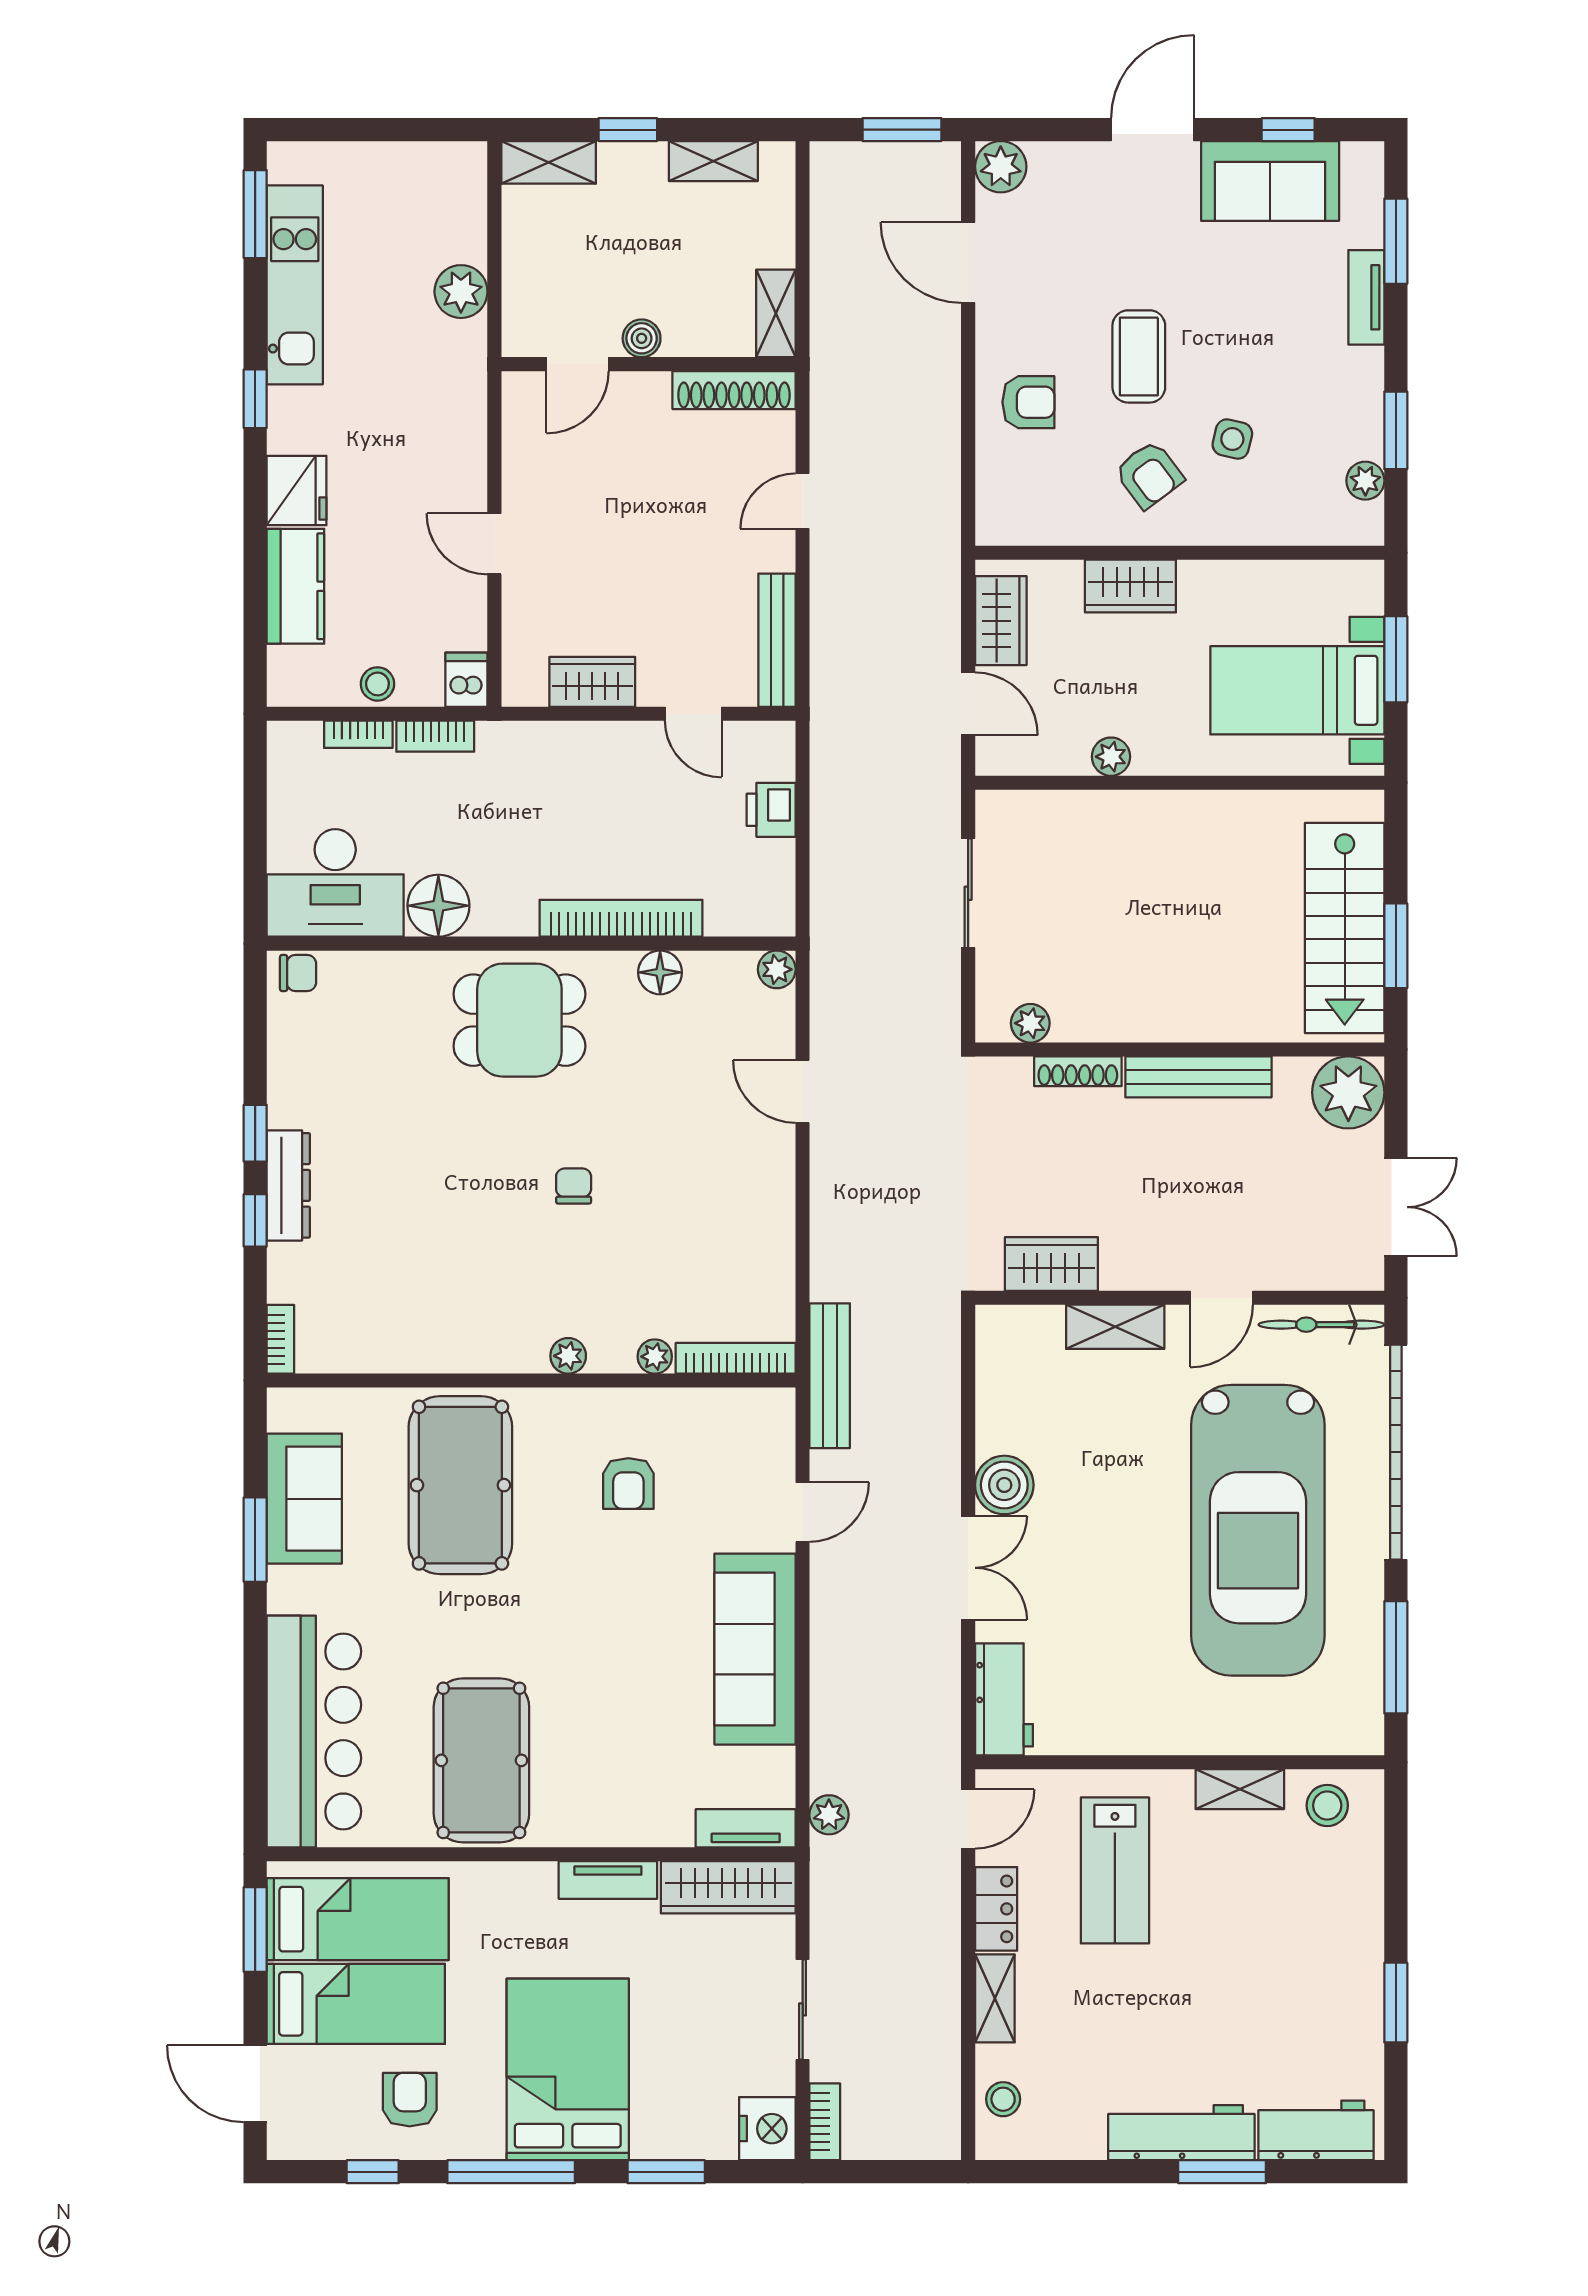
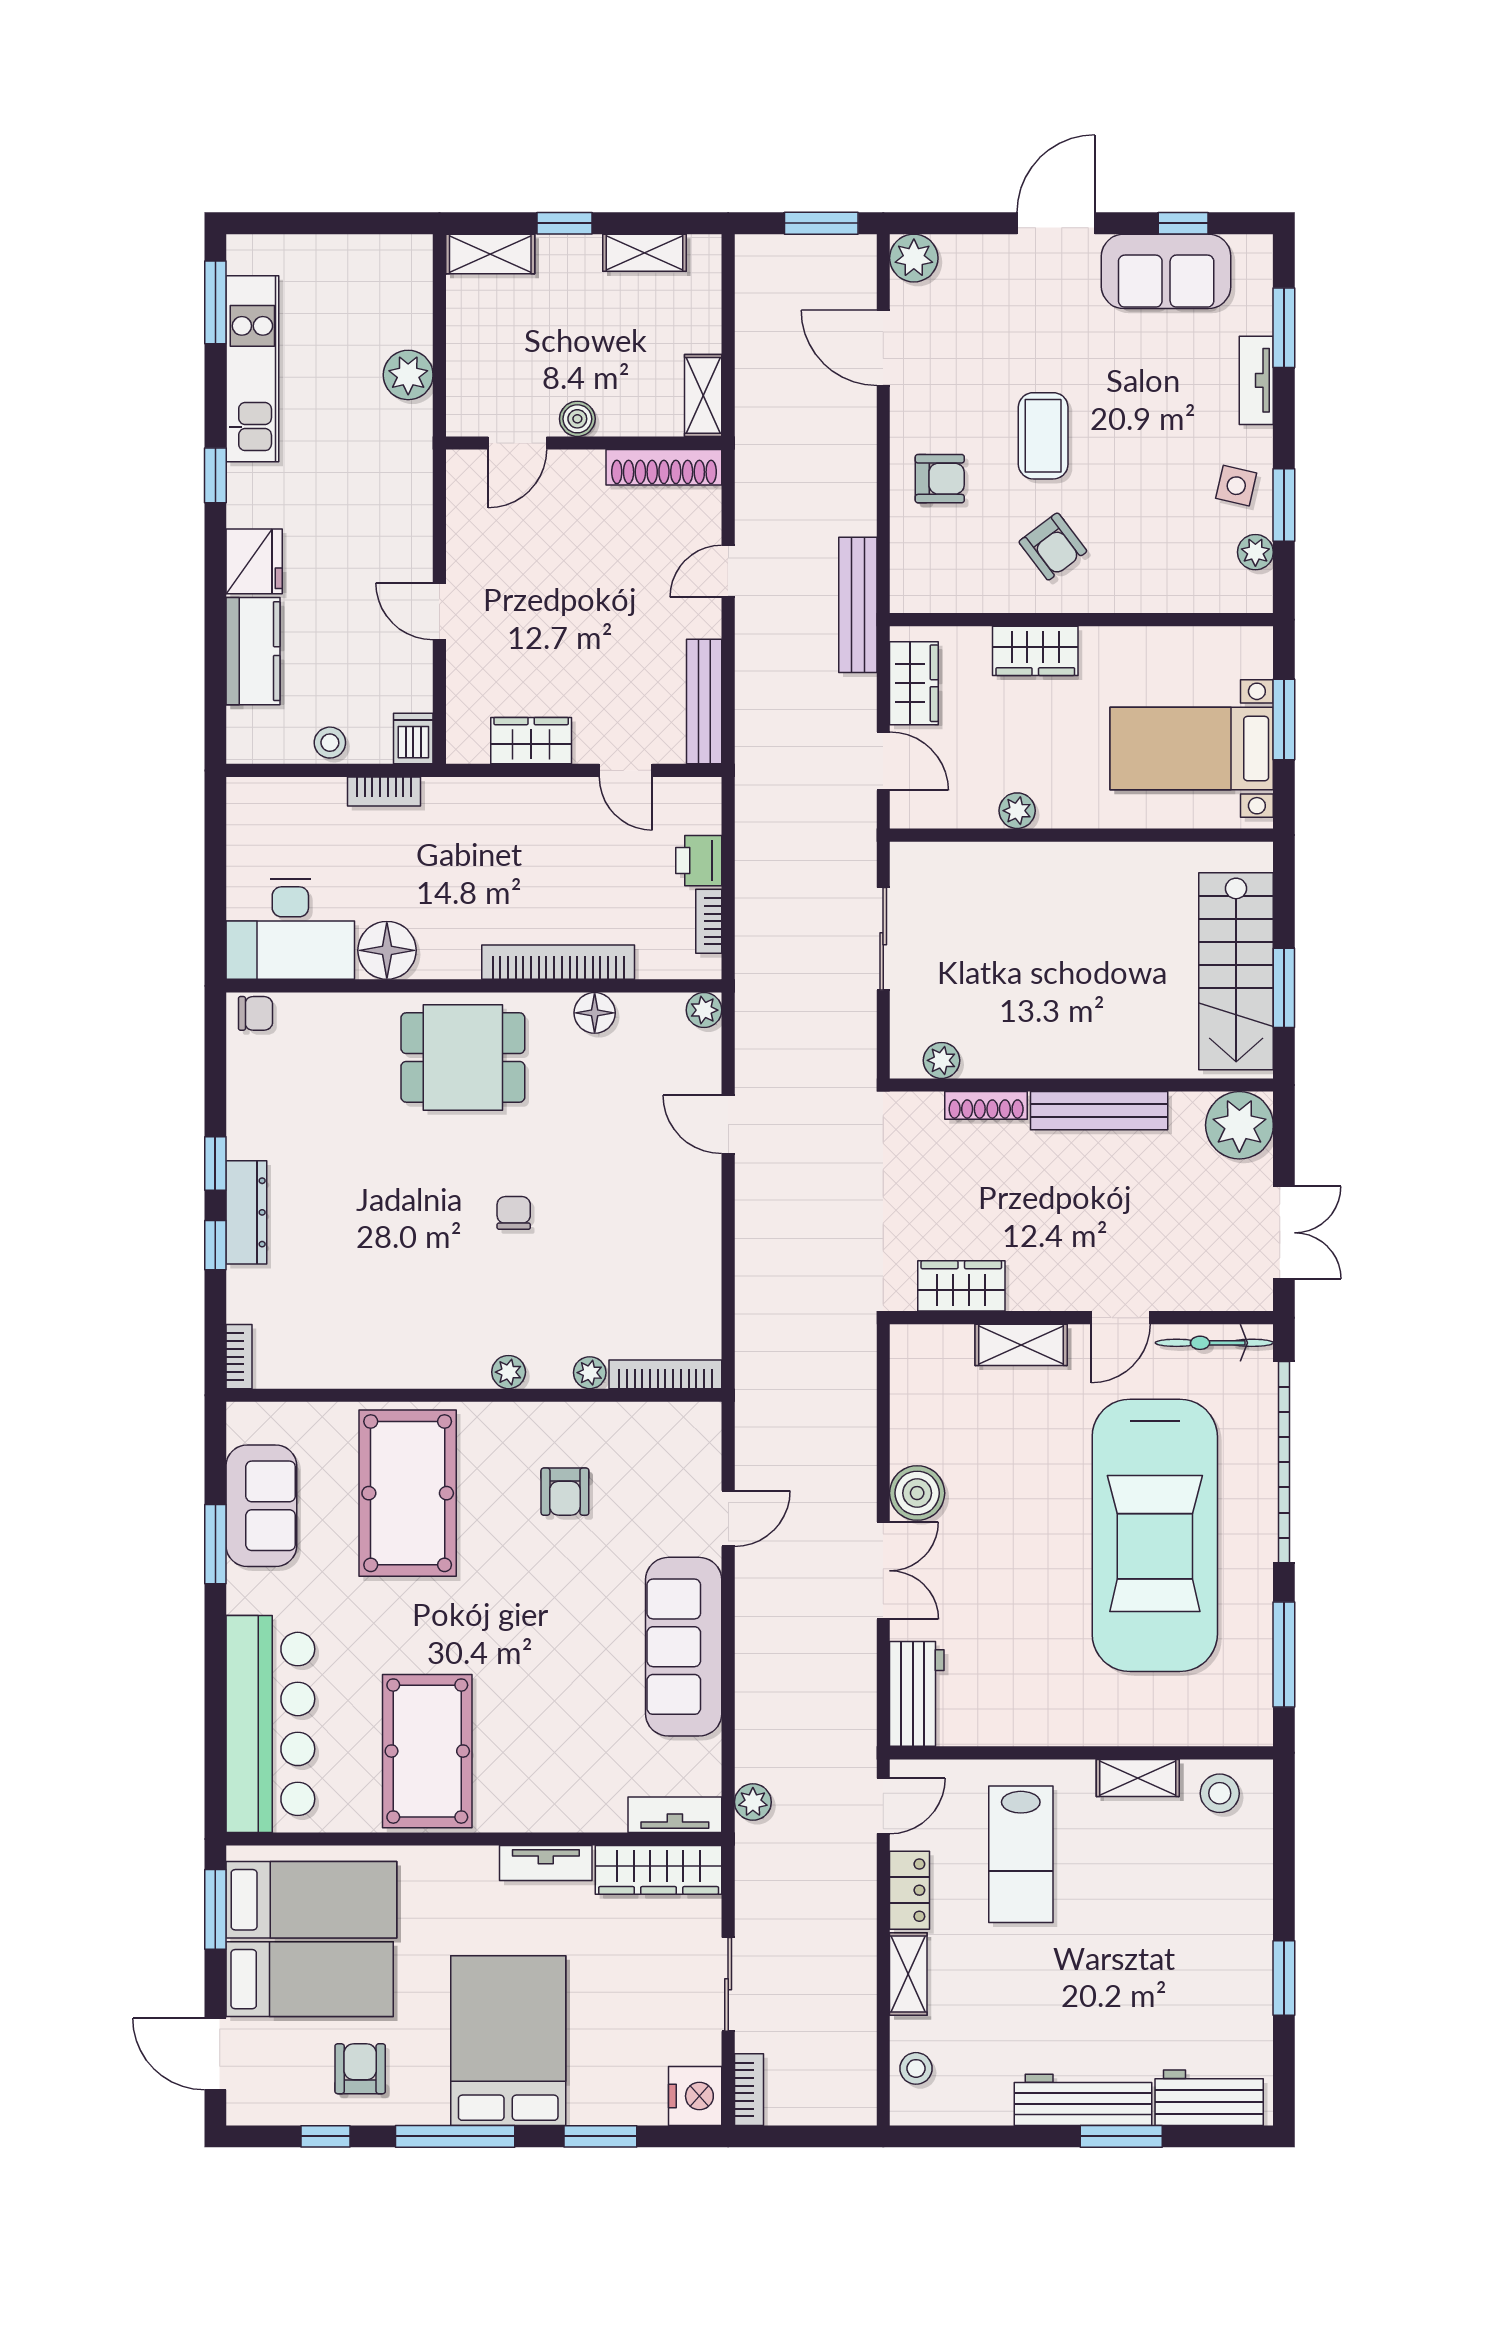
side table: (1232, 439) -> (1236, 486), moved
bookcase: (358, 734) -> (709, 921), moved, turned 90
bench: (830, 1376) -> (858, 605), moved

